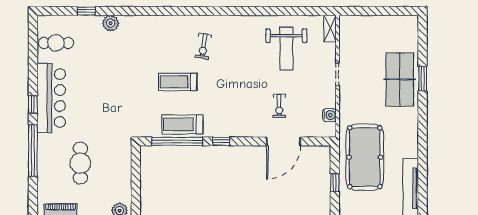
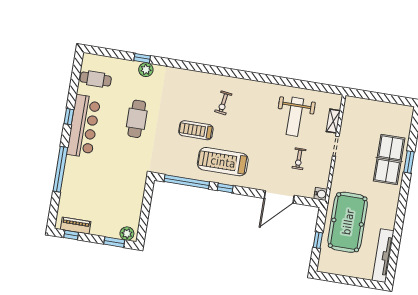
window: (86, 11) -> (142, 58), moved
shelving: (330, 28) -> (333, 121), moved
window: (33, 104) -> (69, 117), moved
exercise bike: (279, 106) -> (299, 159), moved
water cooler: (329, 115) -> (321, 194), moved
treadmill: (182, 124) -> (223, 162), moved, width x1.37, depth x1.38
cafe table: (80, 163) -> (137, 119), moved

